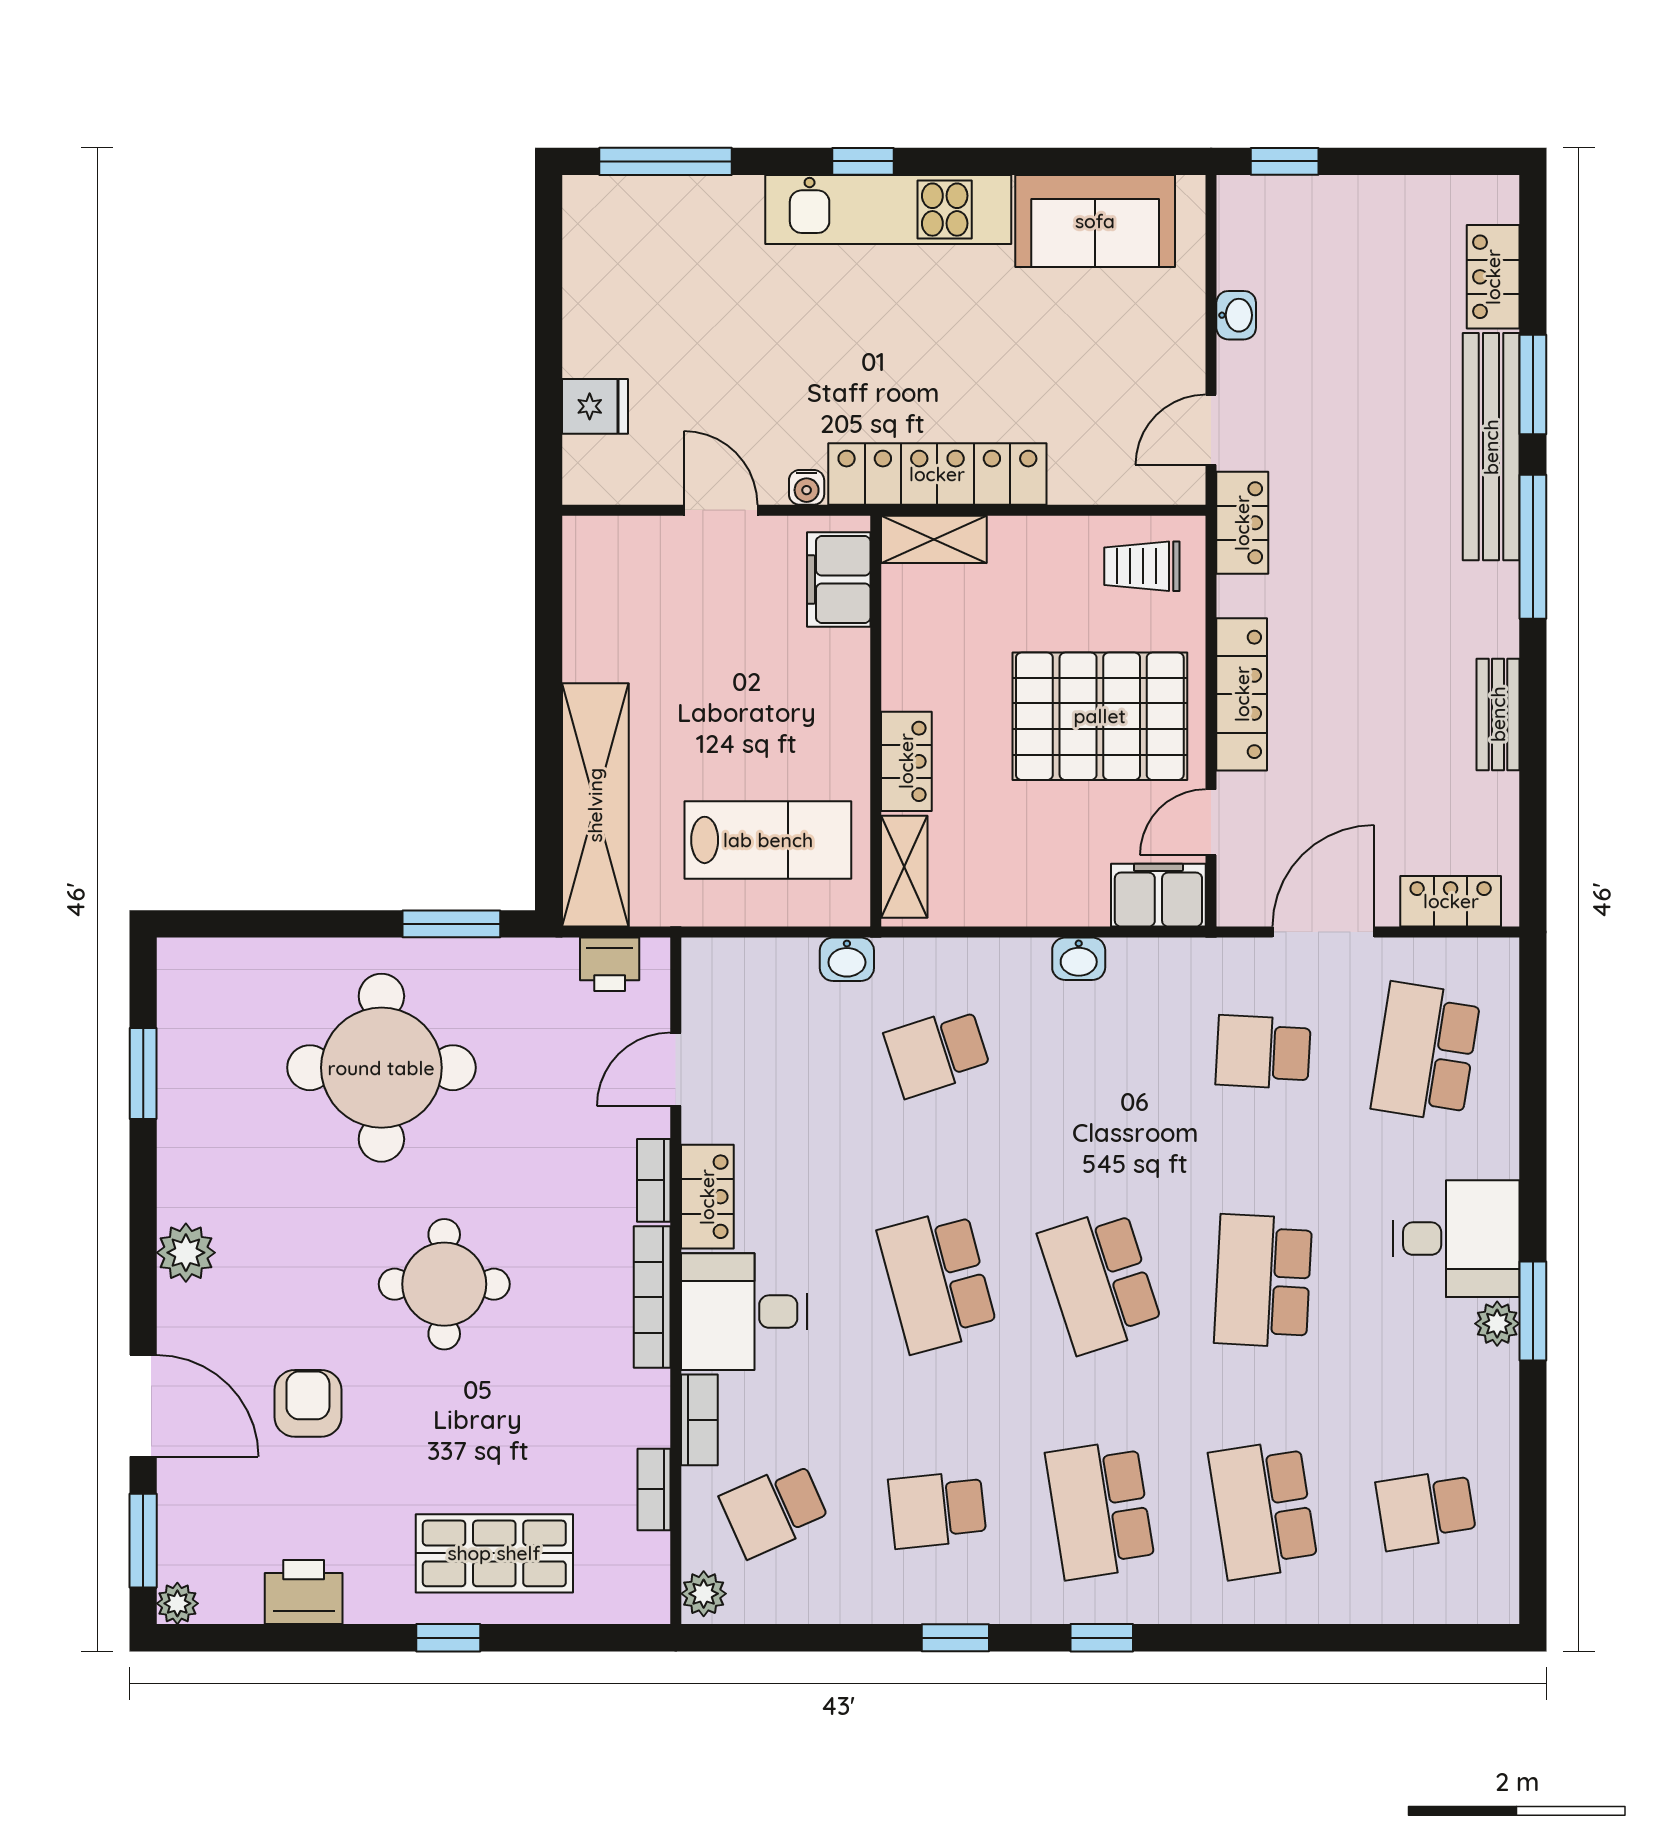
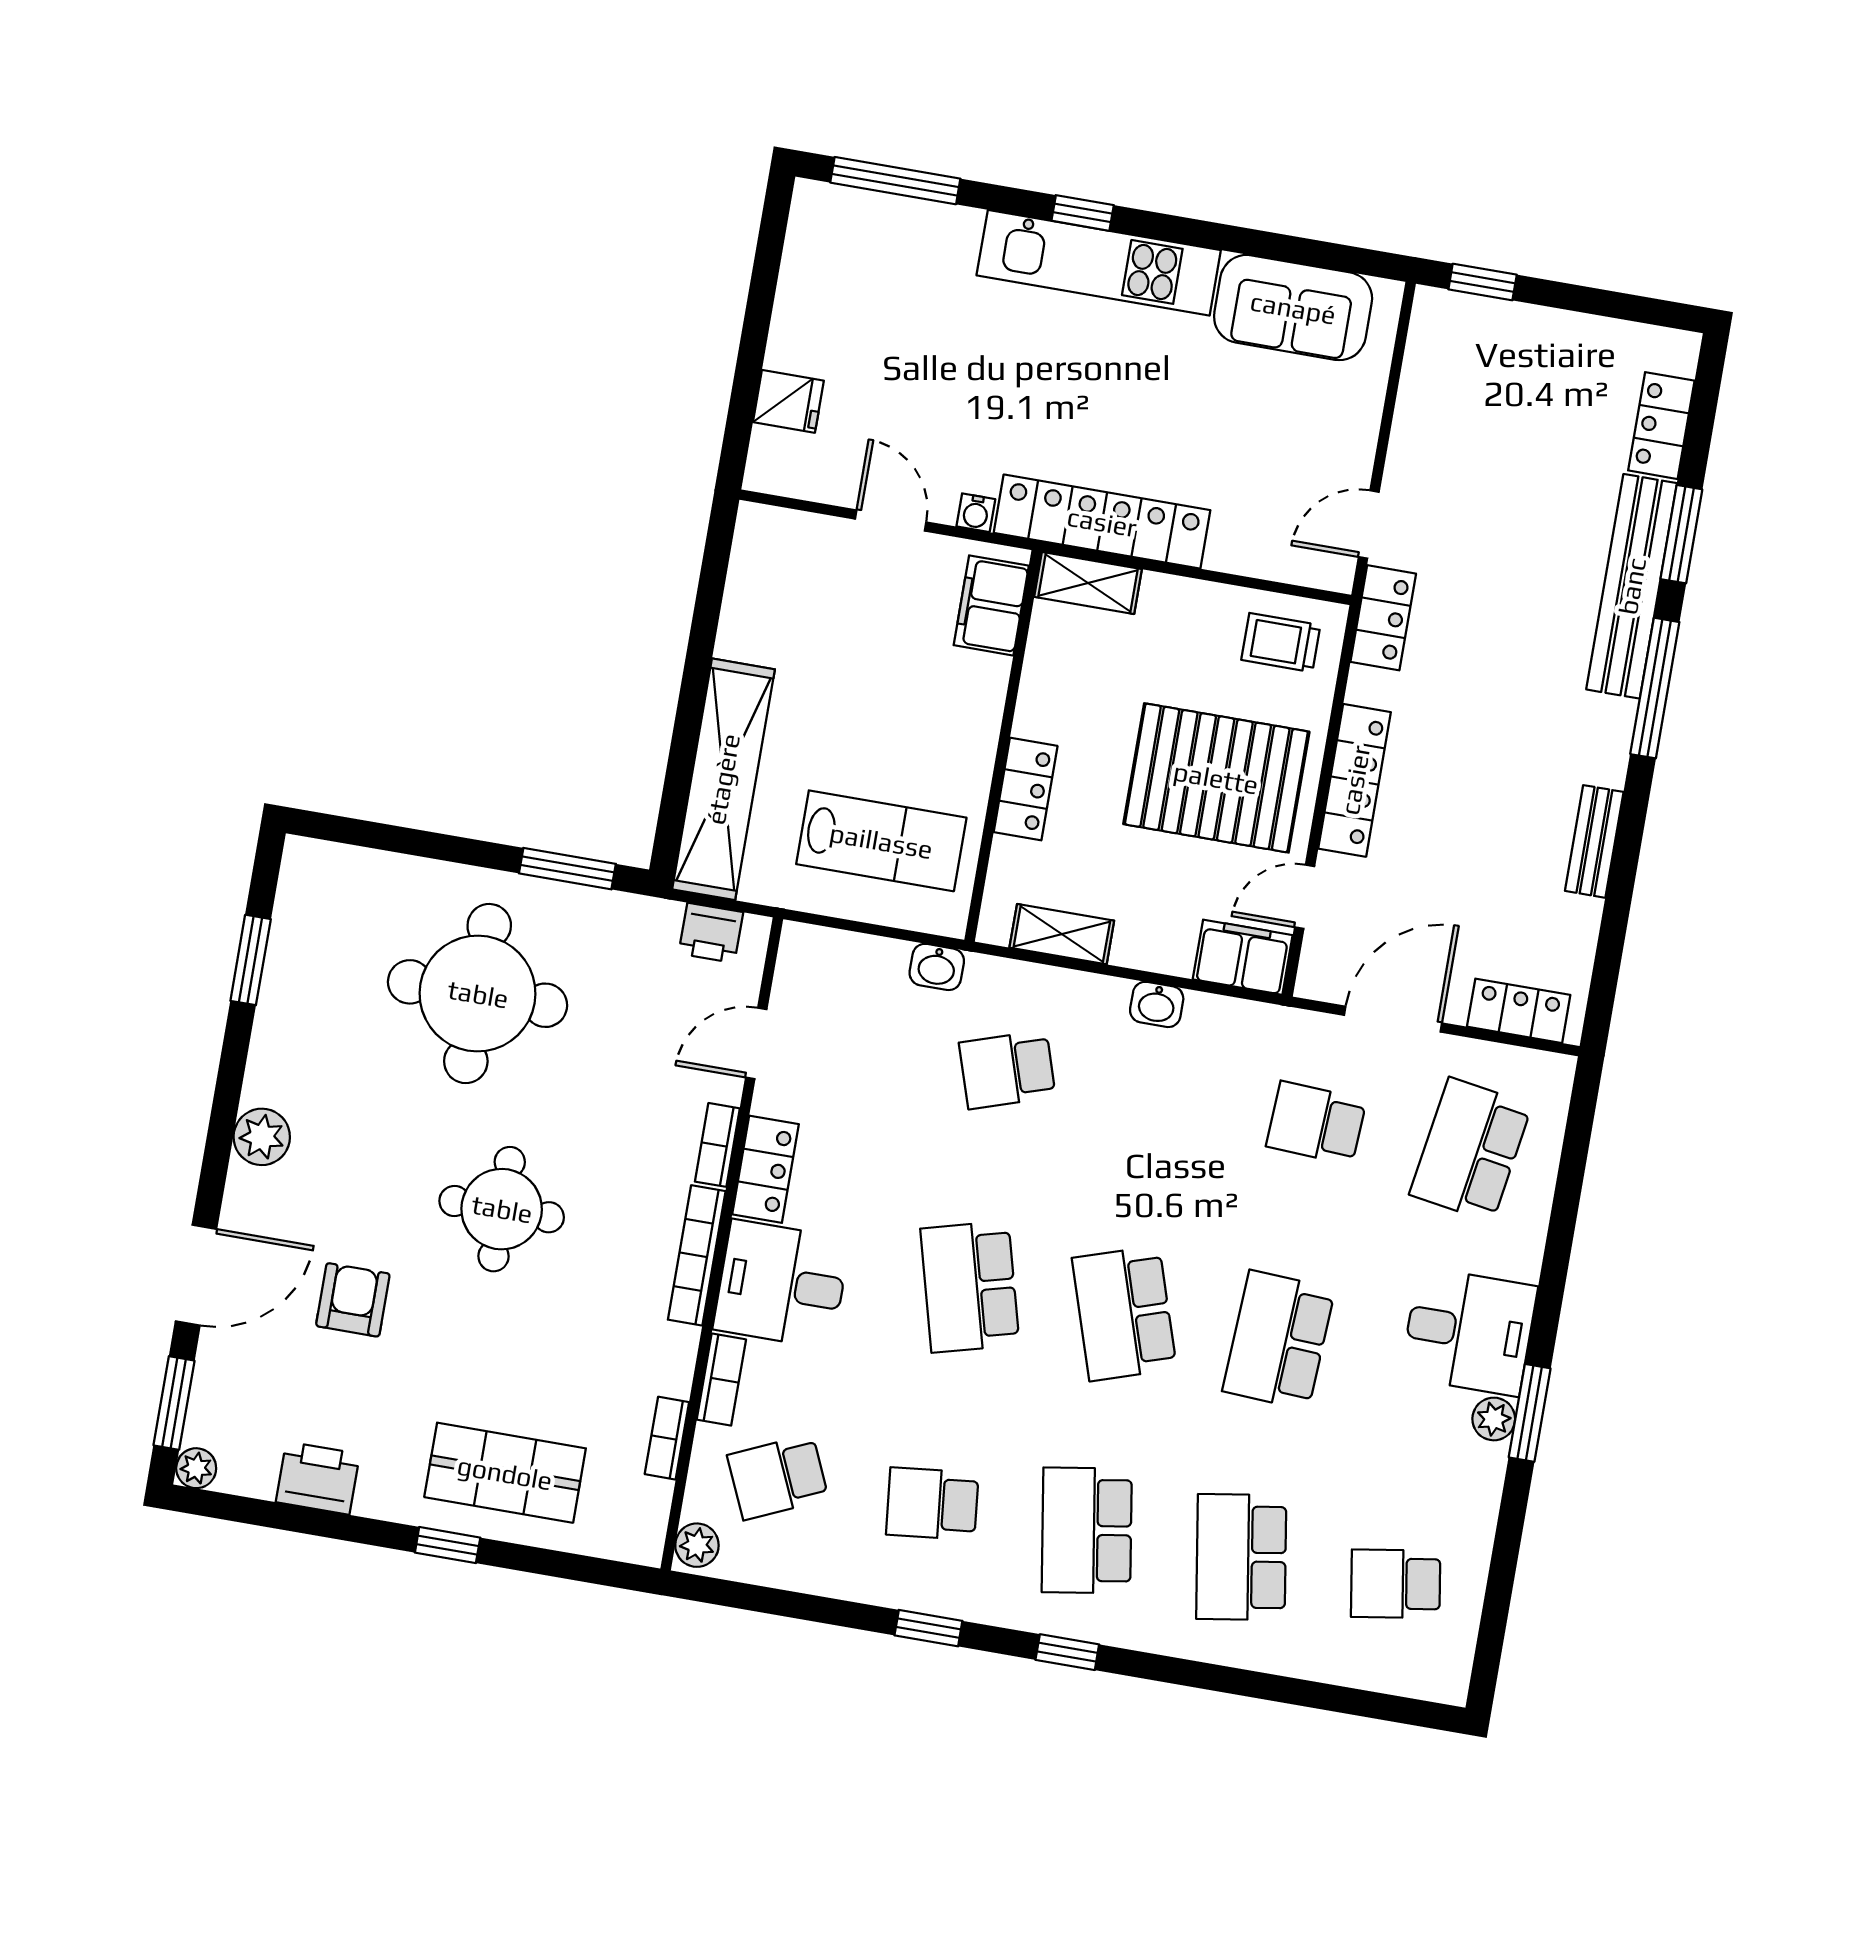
washbasin: (1236, 315) -> (1411, 420), removed
shelving: (904, 867) -> (1062, 934), moved, turned 90
door: (143, 1406) -> (196, 1275), hinge flipped

